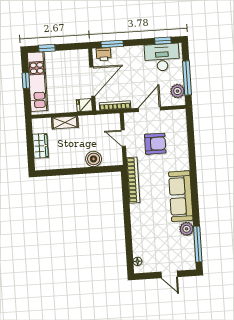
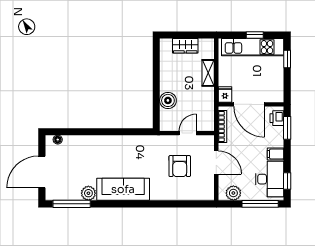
filing cabinet: (138, 53) -> (276, 154), added
window: (187, 78) -> (260, 204), moved
bookcase: (133, 180) -> (143, 141), removed
door: (169, 274) -> (42, 172), width x1.87

